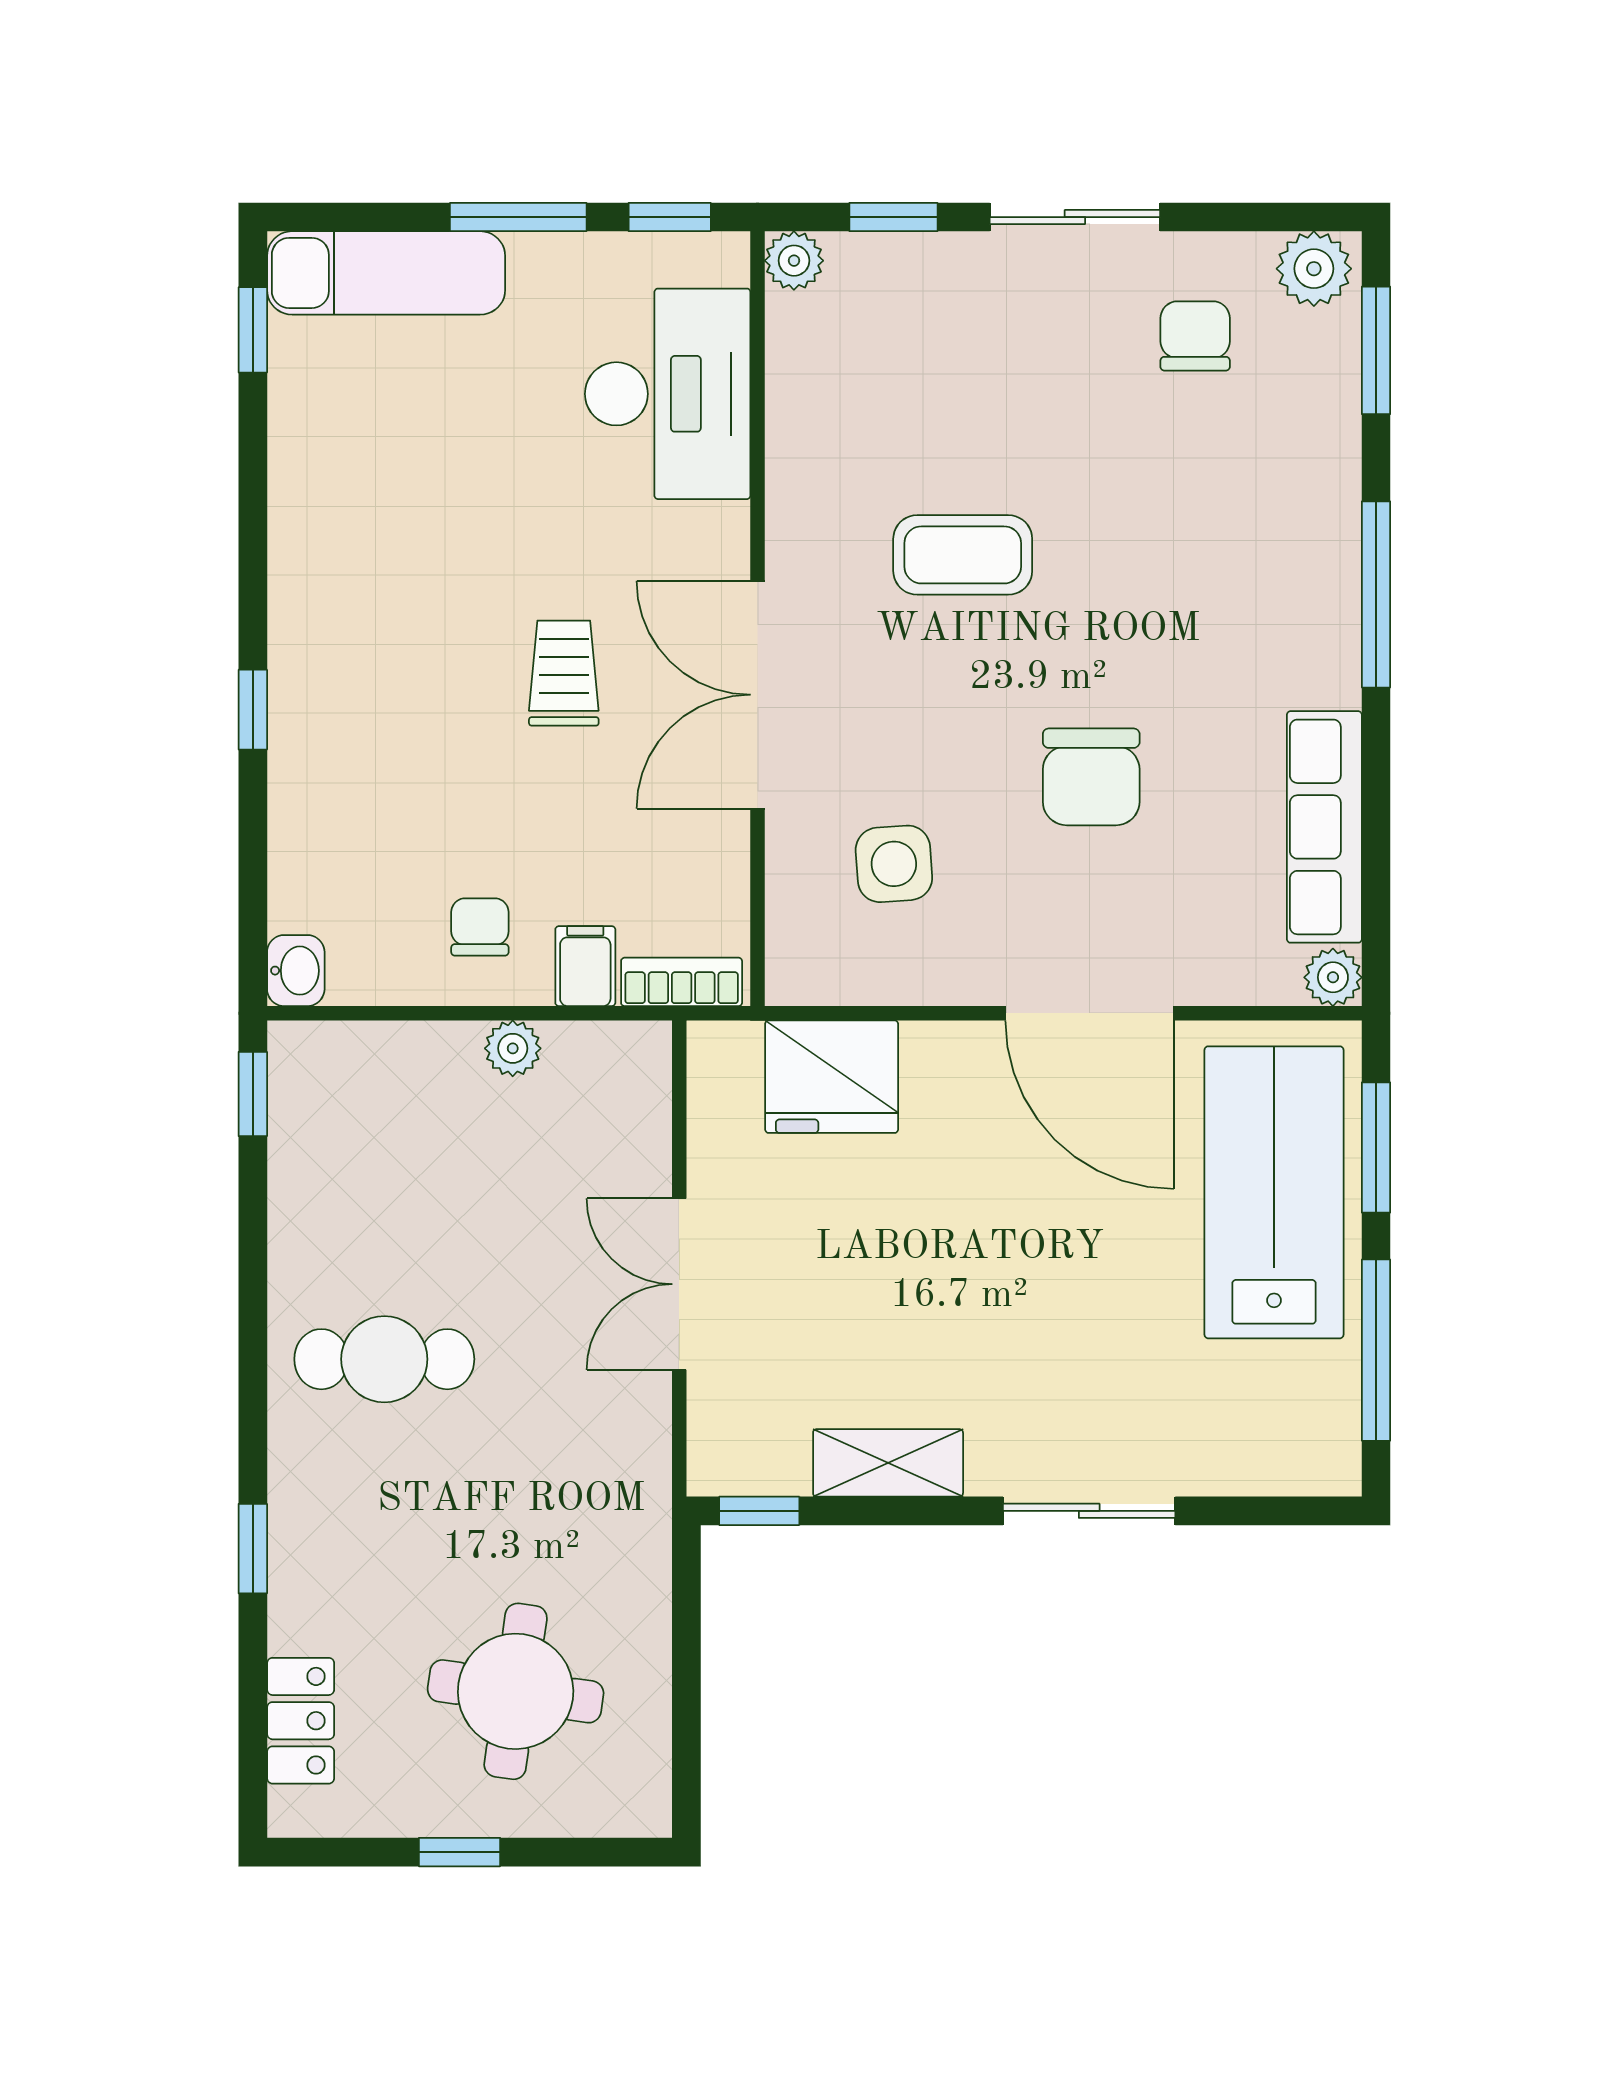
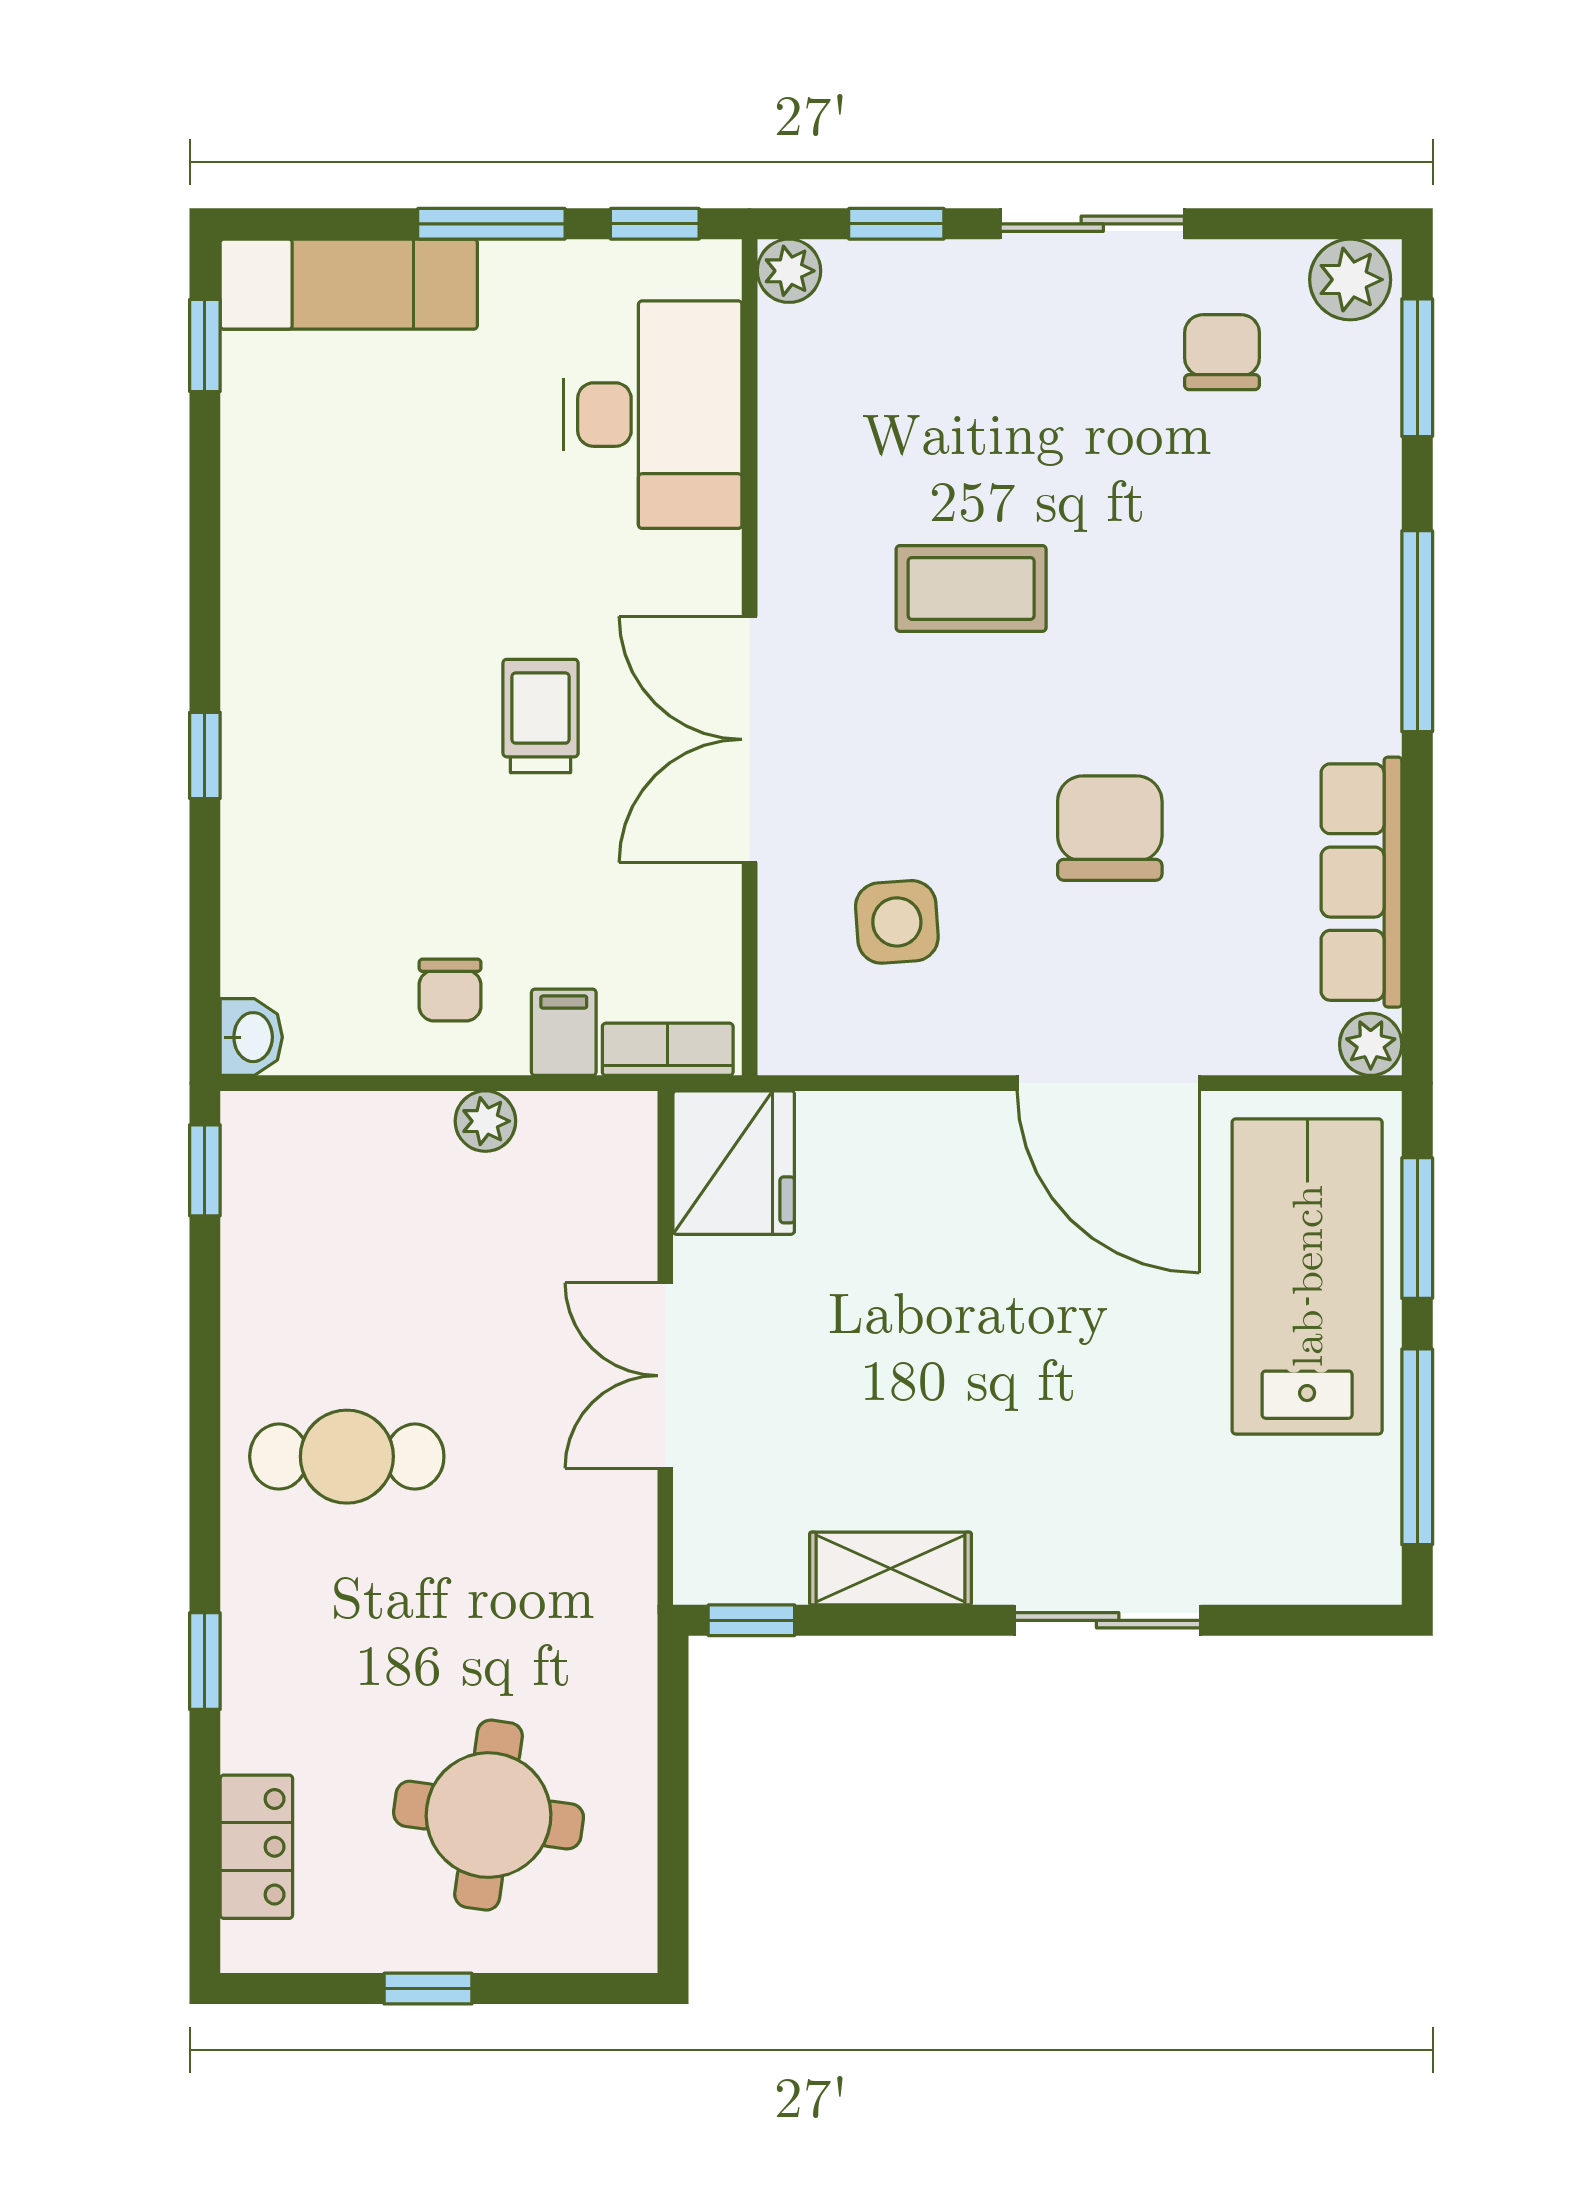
chair: (1091, 777) -> (1110, 828), turned 180
chair: (480, 927) -> (450, 990), turned 180
fridge: (832, 1077) -> (734, 1163), moved, turned -90

